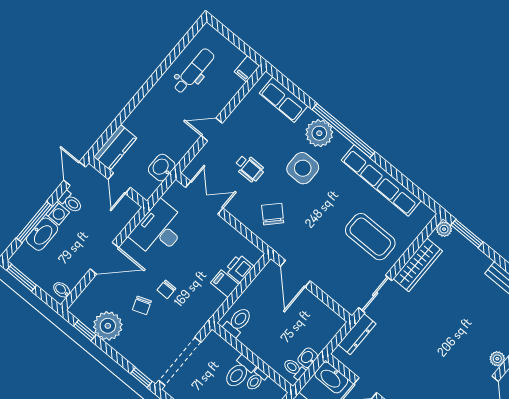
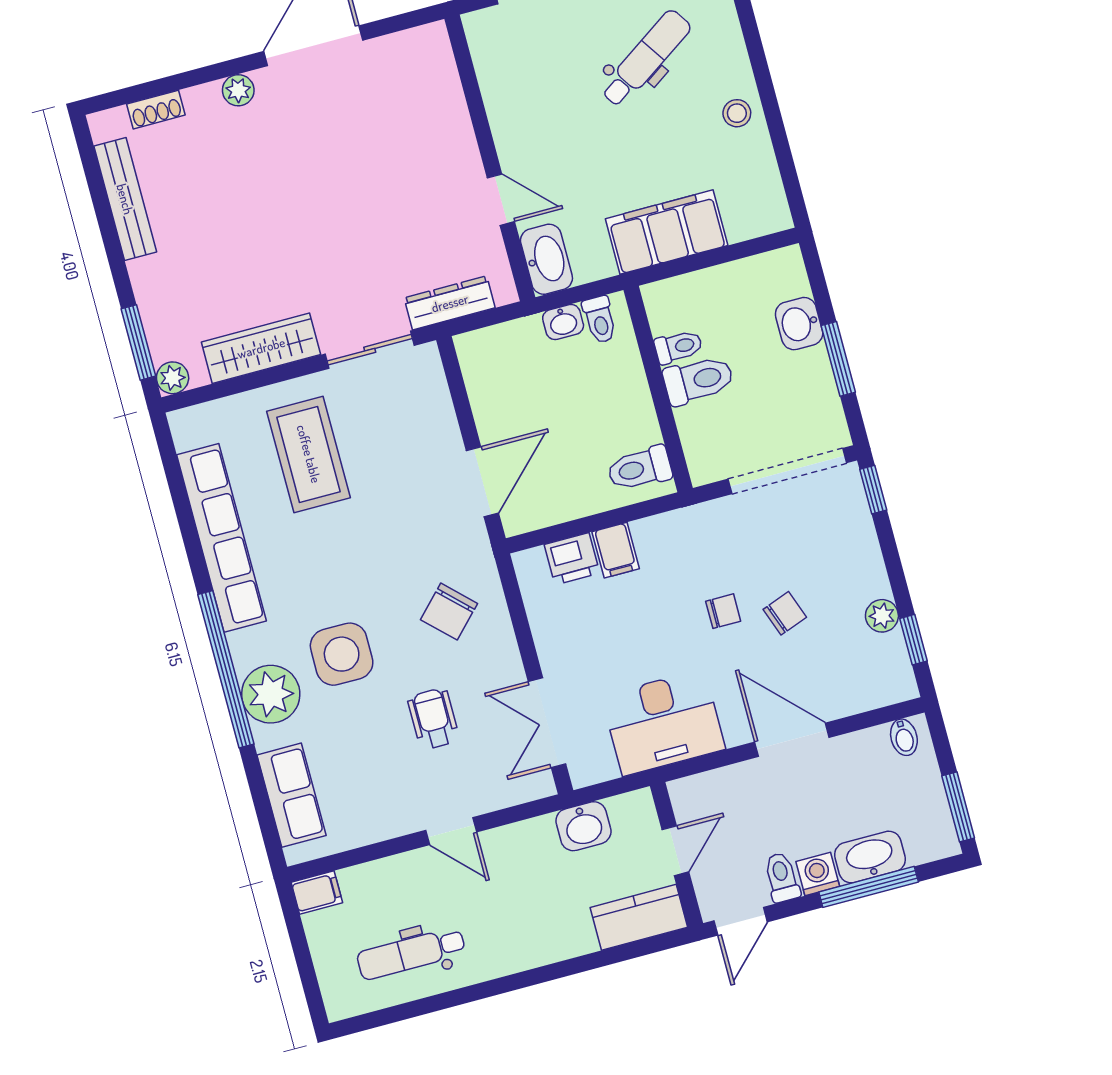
plant: (108, 326) -> (882, 616), width x0.53, depth x0.53

